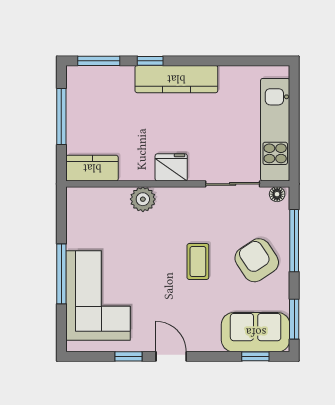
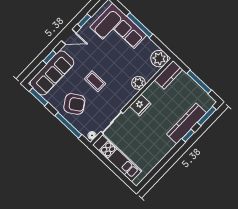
kitchen counter: (176, 79) -> (186, 123), moved
plant: (82, 202) -> (159, 59), added
sofa: (256, 332) -> (52, 73), width x1.36
window: (255, 356) -> (50, 57), moved

